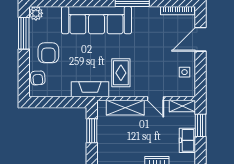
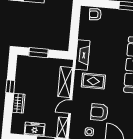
armchair: (48, 53) -> (99, 112), moved
window: (92, 131) -> (38, 53), moved

